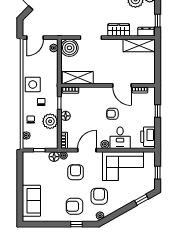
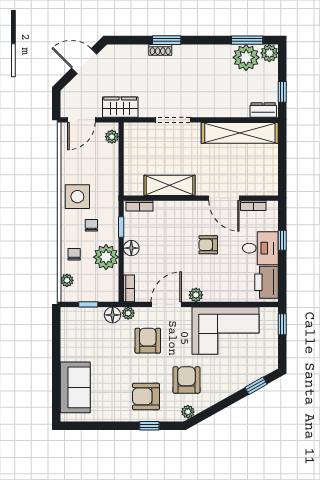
wardrobe: (119, 30) -> (120, 107), moved
shelving: (139, 46) -> (240, 133), width x1.47
boiler: (69, 48) -> (138, 137), removed
shelving: (78, 78) -> (169, 185), moved
desk: (120, 138) -> (260, 248), moved, turned -90
window: (158, 173) -> (282, 324), moved

